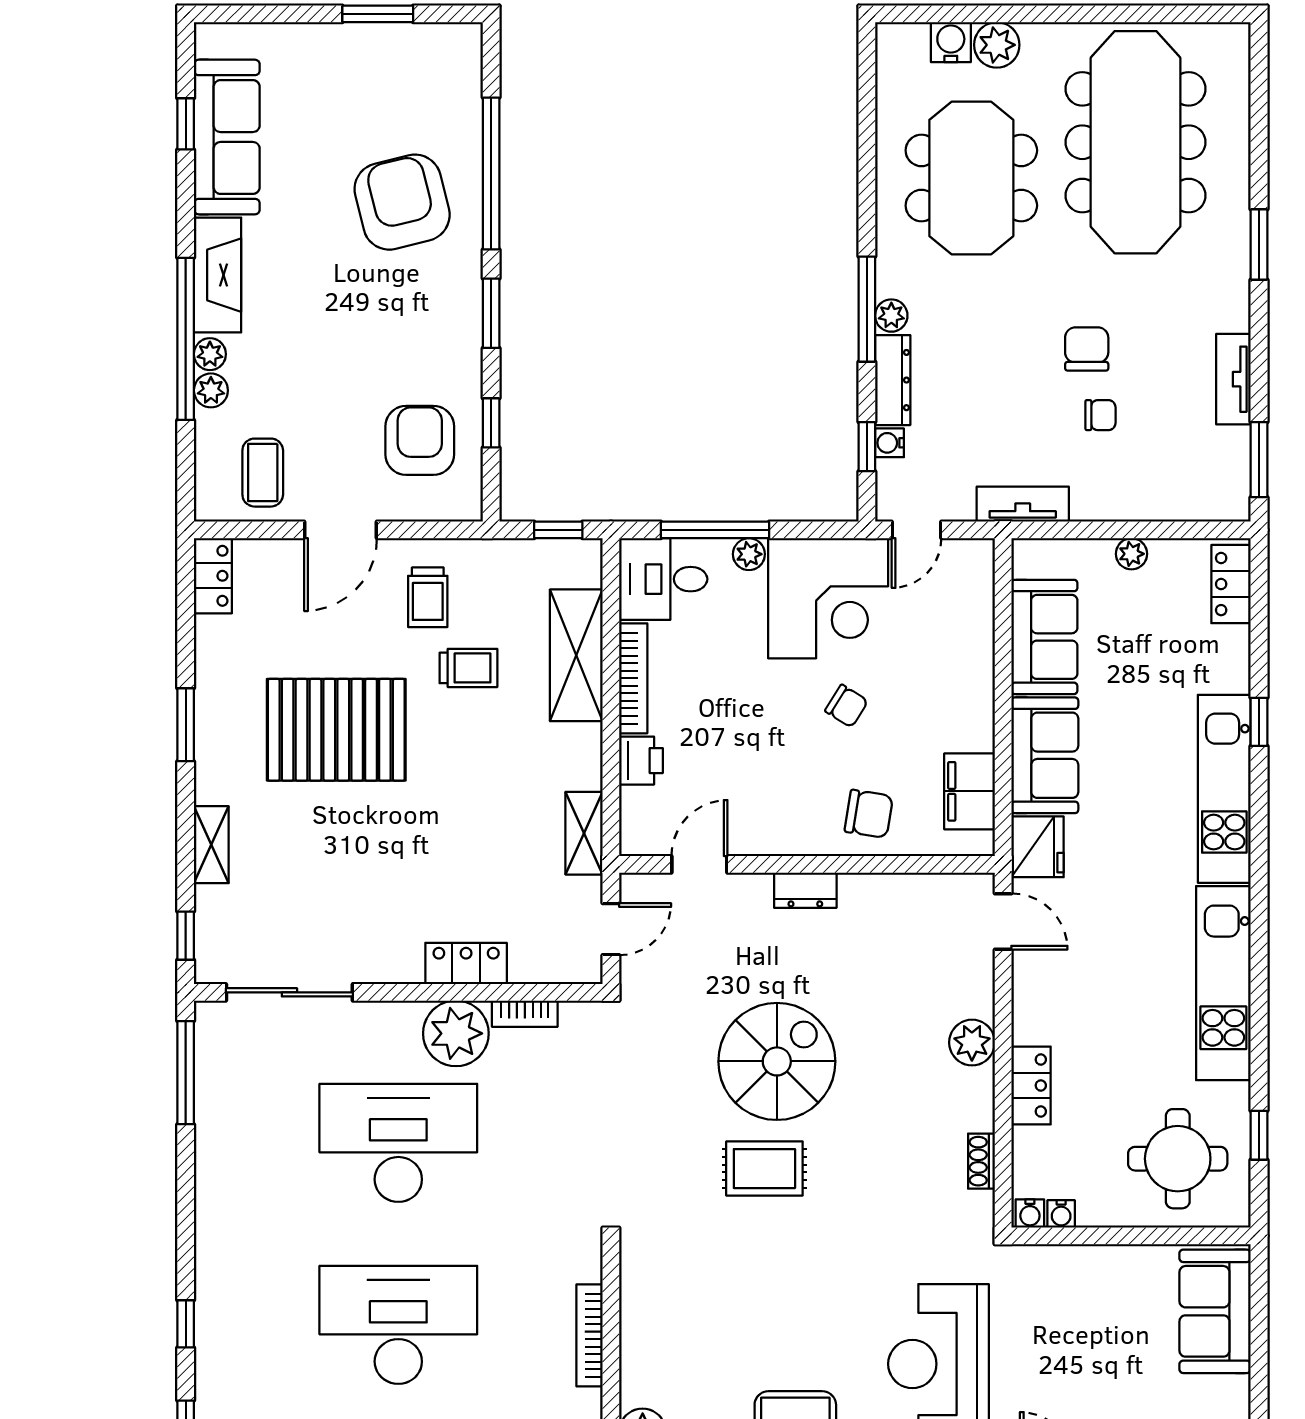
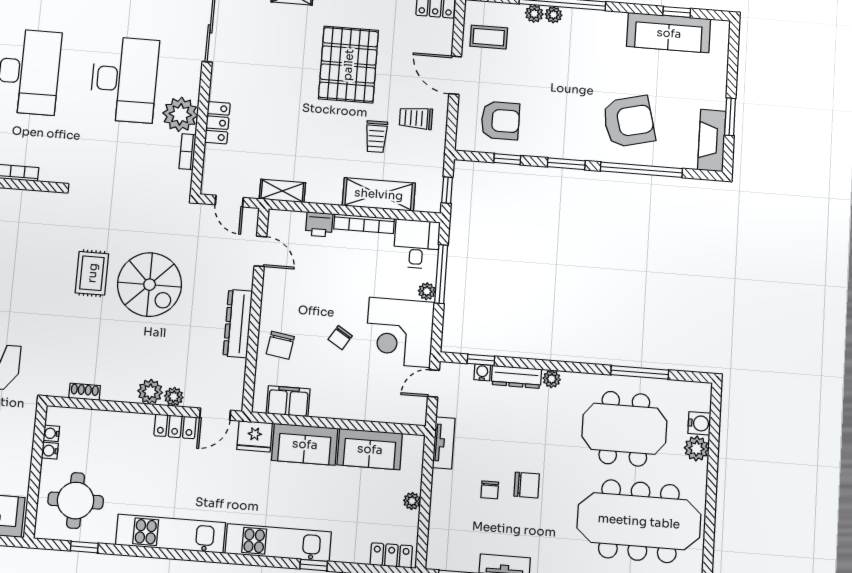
fireplace: (218, 275) -> (712, 140), moved, turned 90
window: (867, 309) -> (640, 372), moved
door: (917, 530) -> (434, 383), hinge flipped
dresser: (805, 890) -> (238, 323), width x1.96, depth x1.24
plant: (978, 999) -> (174, 397), added
locker: (1031, 1085) -> (175, 426), moved
water cooler: (1030, 1213) -> (50, 451), moved

